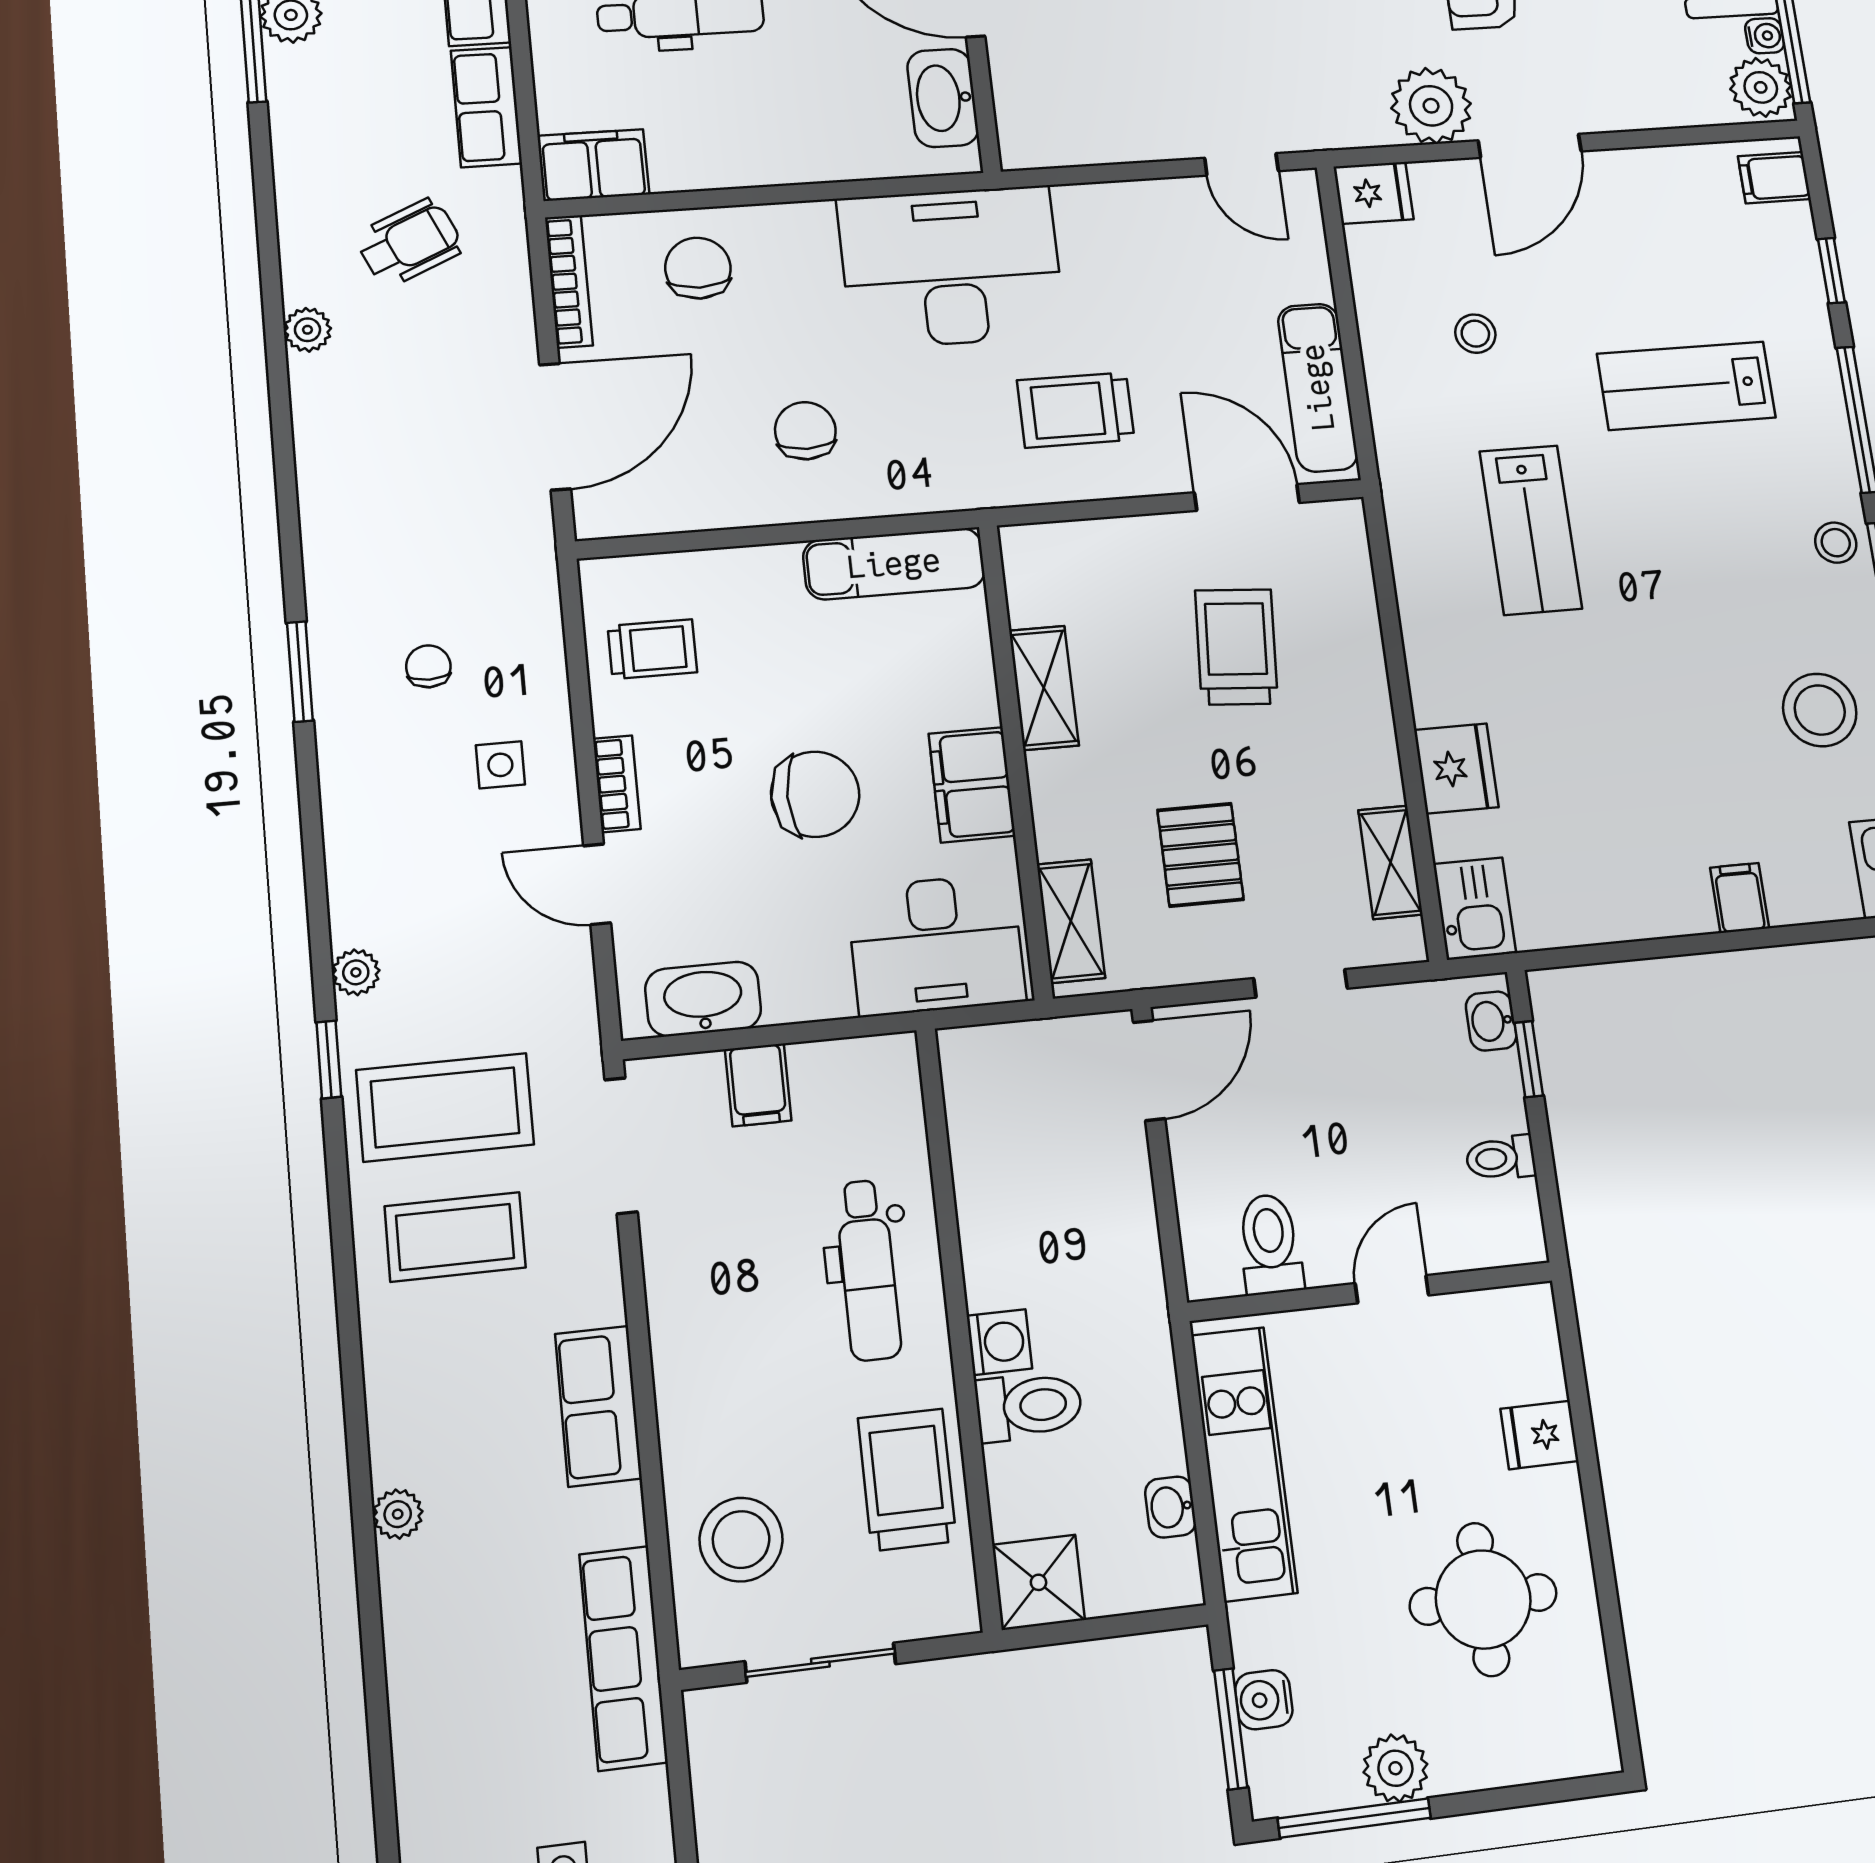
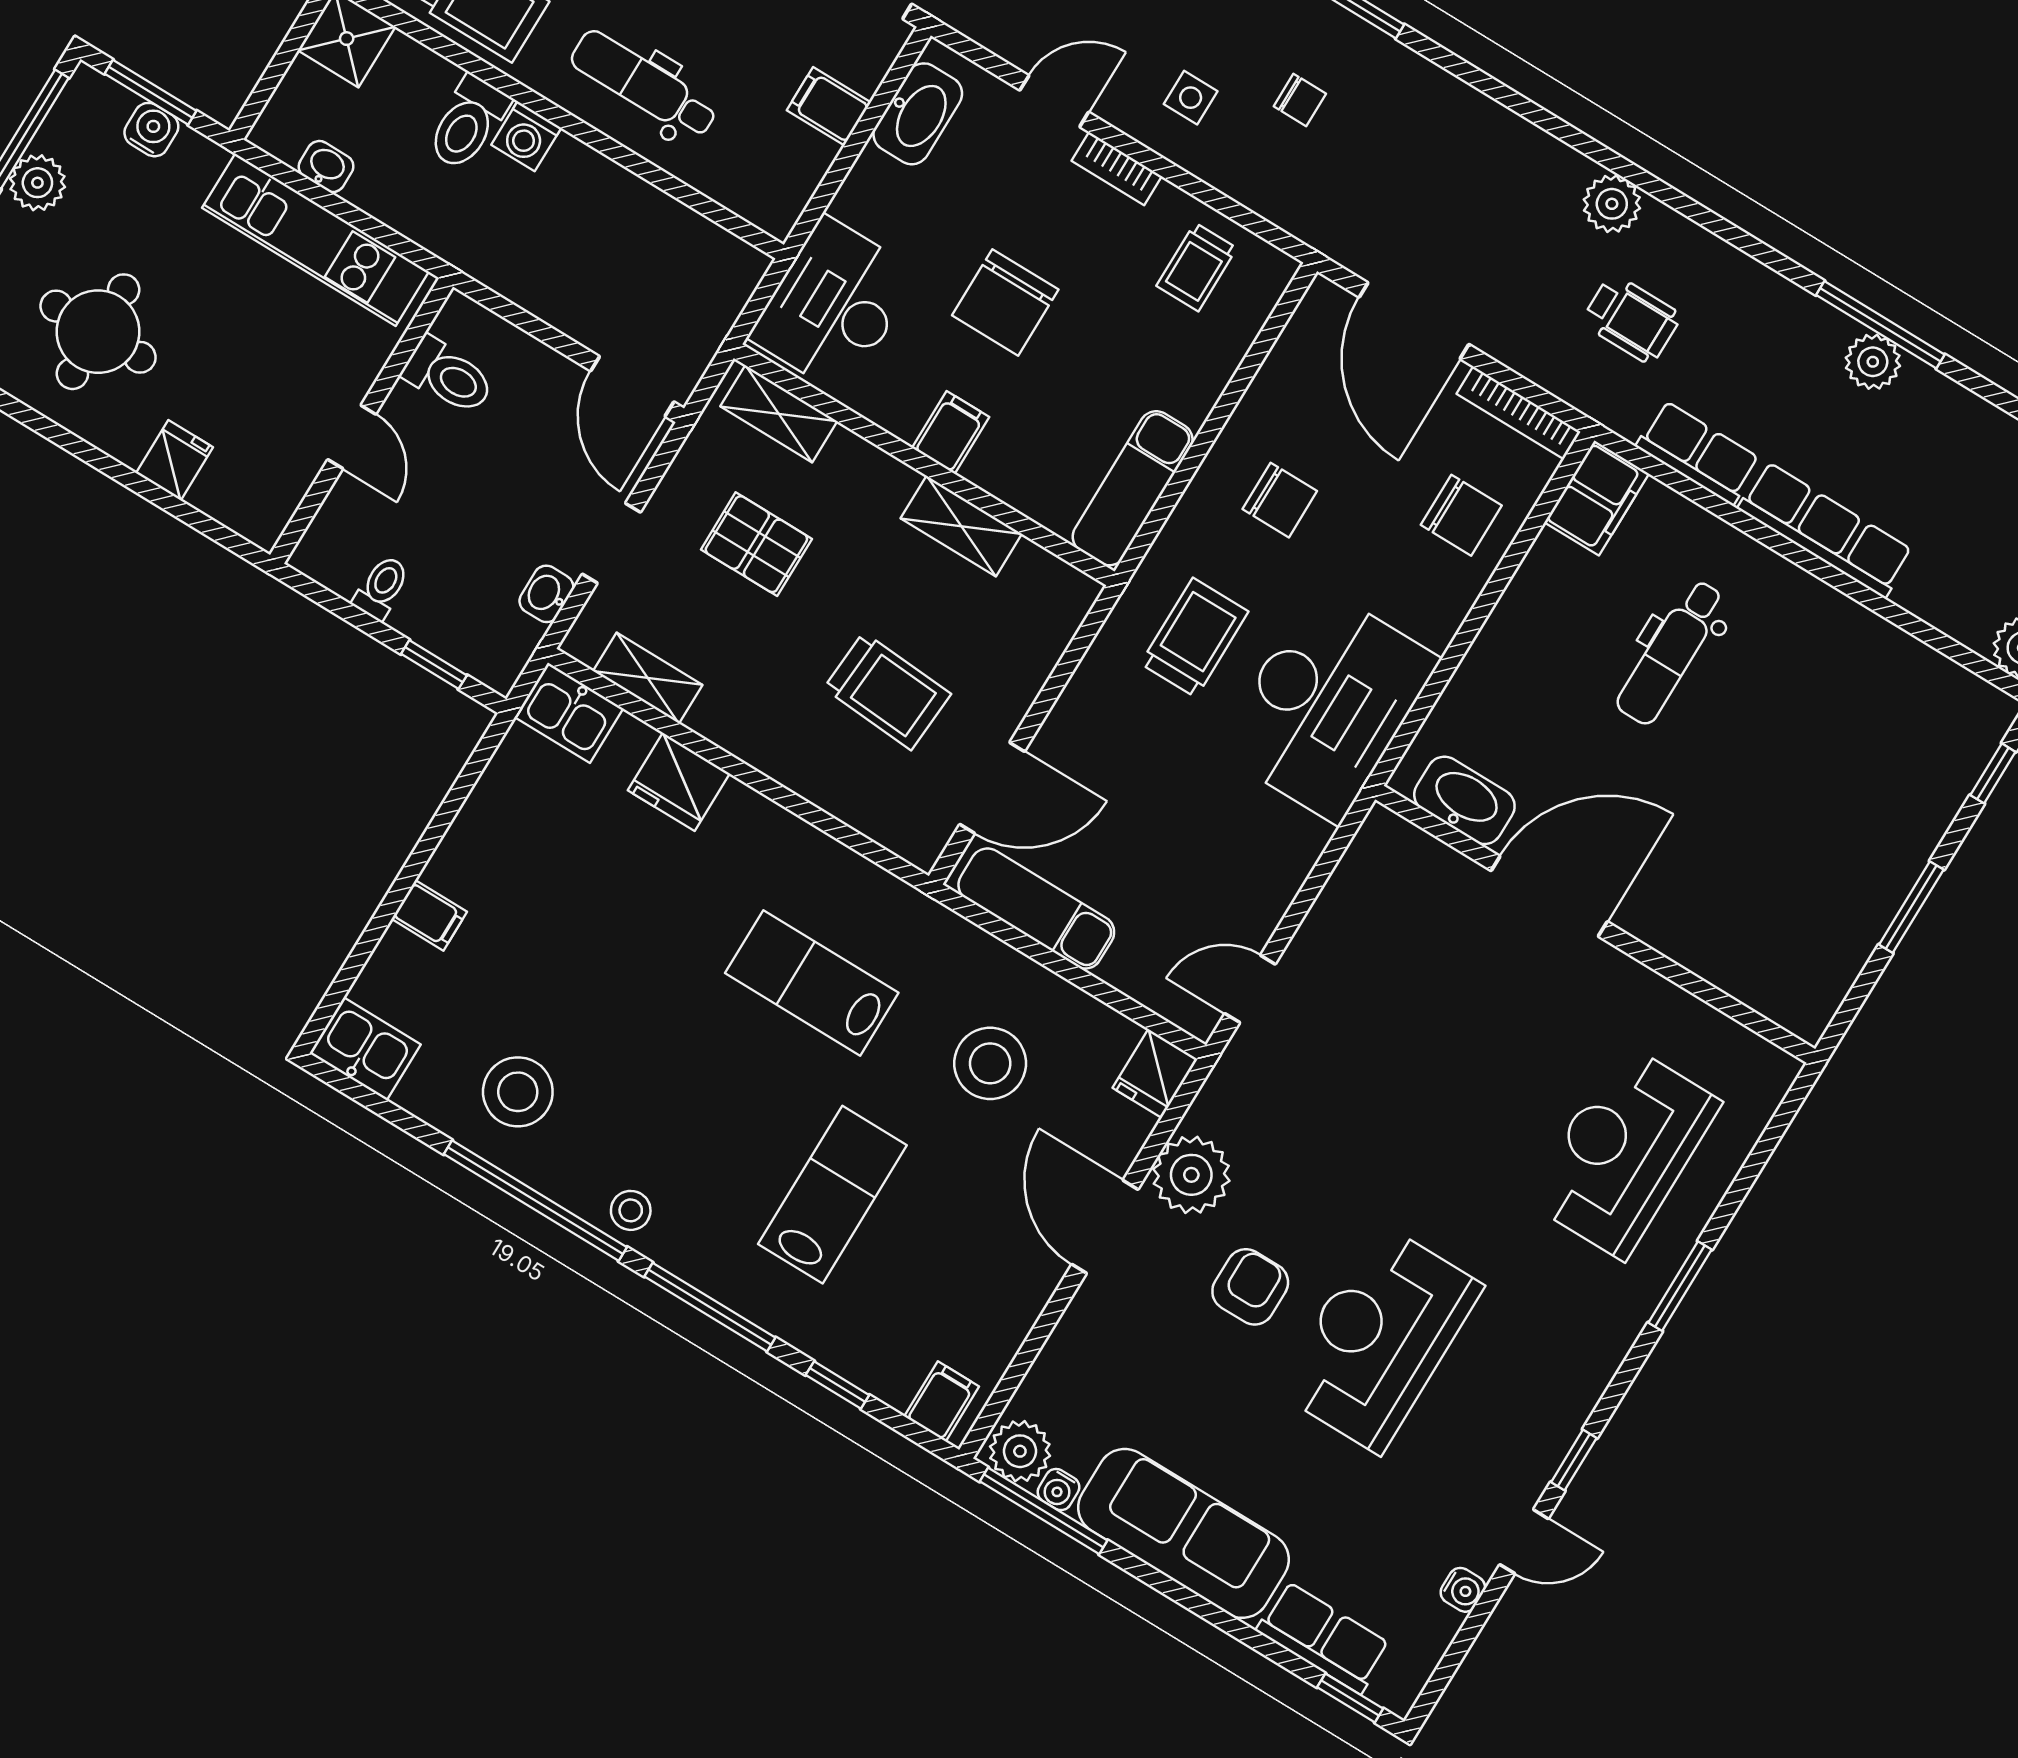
wheelchair: (409, 243) -> (1631, 319), turned -66
plant: (307, 330) -> (1612, 204), width x1.38, depth x1.38
stool: (1475, 334) -> (990, 1063), width x1.89, depth x1.89
trolley: (1076, 410) -> (1194, 638), moved
filing cabinet: (972, 785) -> (951, 432), width x0.50
washbasin: (1491, 1021) -> (546, 594), moved, turned -90

